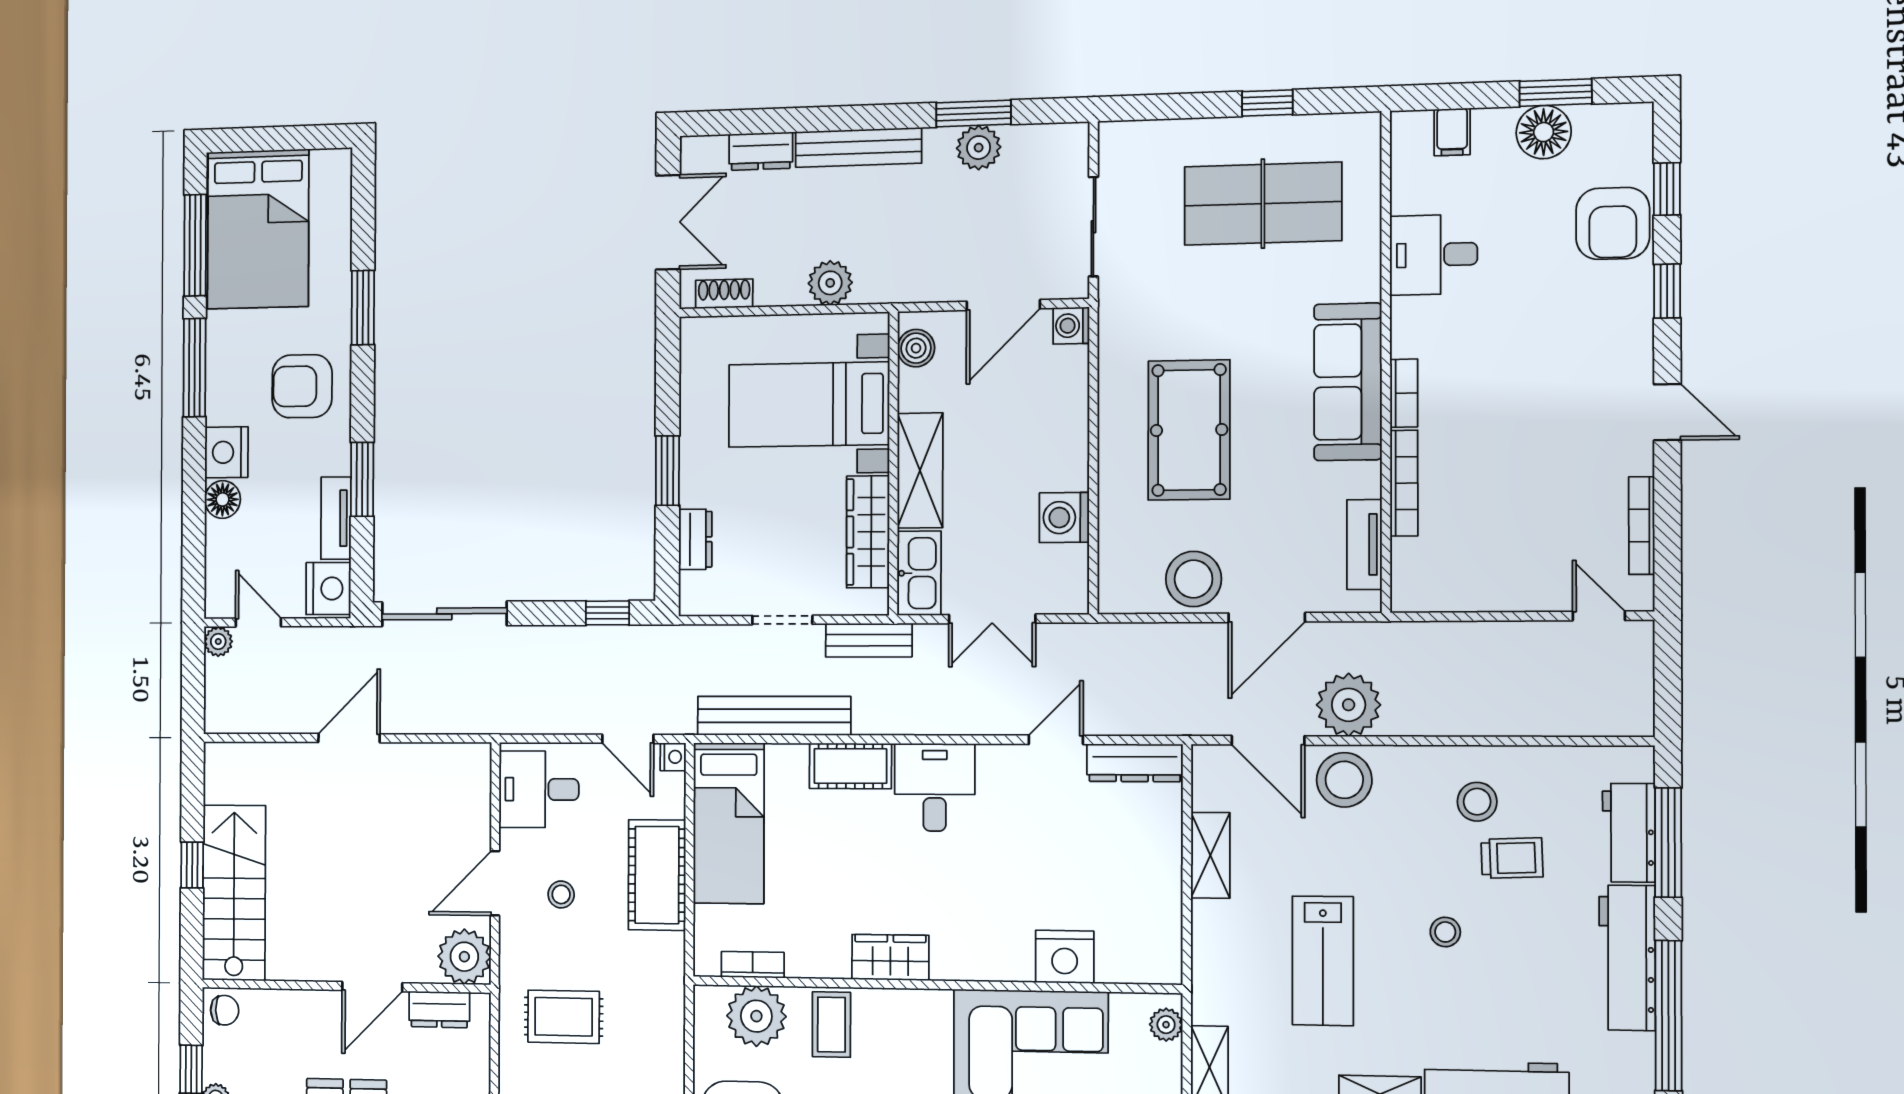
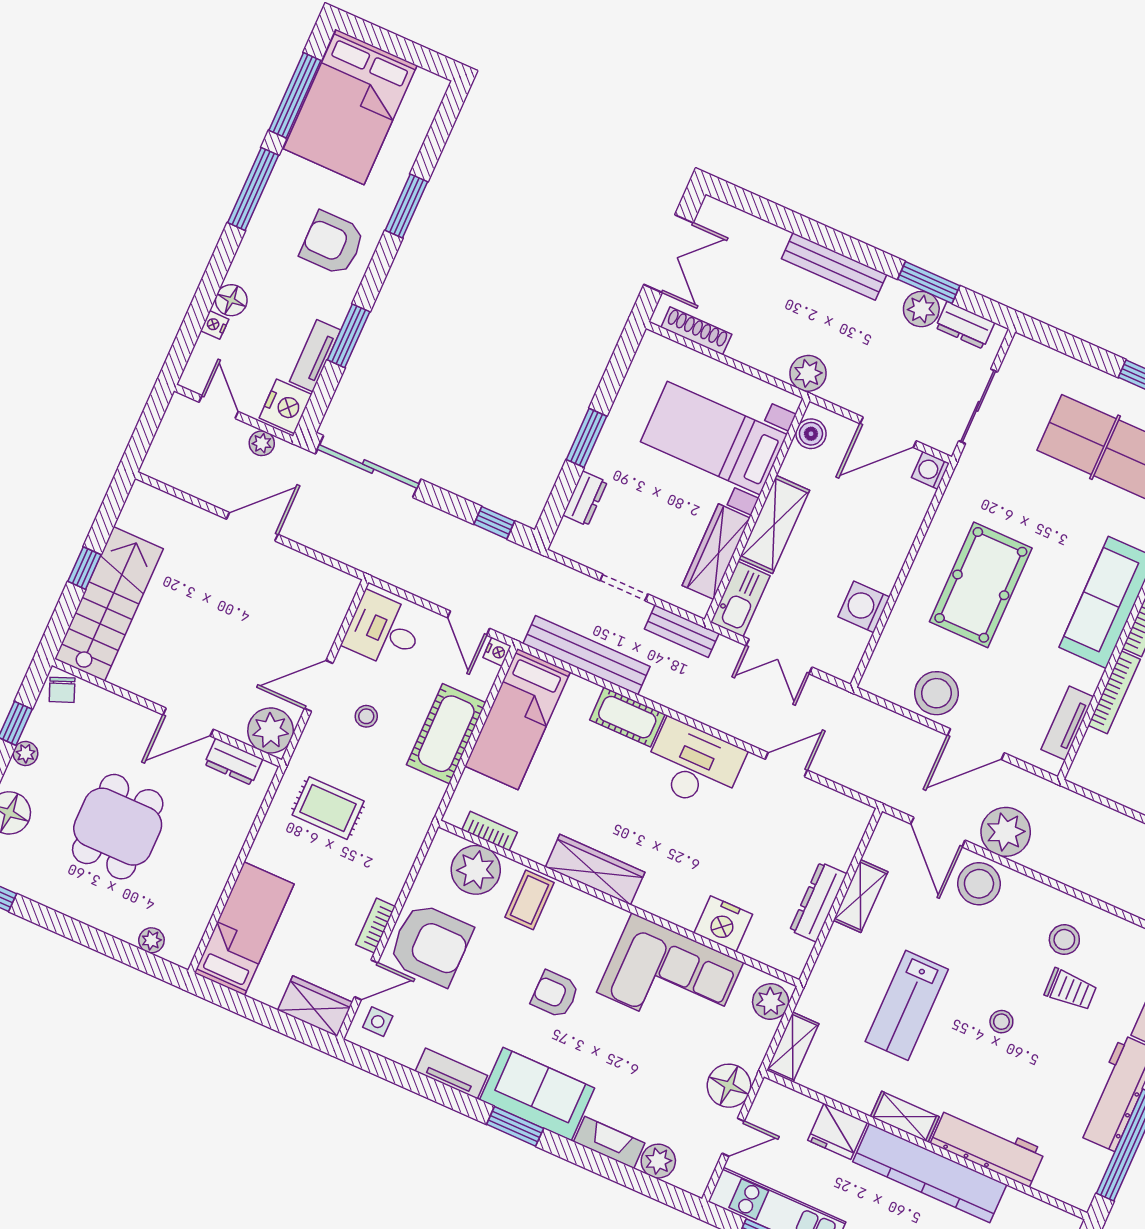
dresser: (761, 151) -> (965, 325), moved
plant: (830, 283) -> (808, 373), moved
shoe rack: (724, 294) -> (696, 331), width x1.43
nightstand: (226, 452) -> (215, 325), moved, width x0.53, depth x0.56
plant: (218, 642) -> (262, 443), moved
dresser: (1135, 763) -> (818, 902), moved, turned 90
desk: (935, 787) -> (694, 765), width x1.37
wardrobe: (890, 957) -> (595, 870), width x1.50
chair: (225, 1010) -> (62, 690), turned 70
plant: (1166, 1025) -> (771, 1002), width x1.38, depth x1.38

